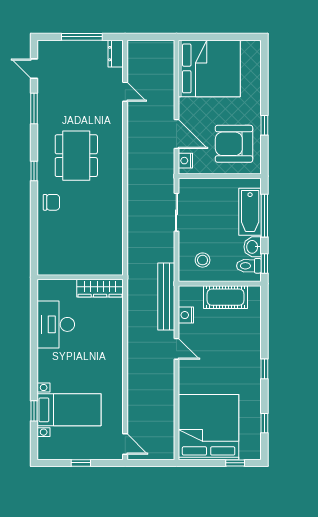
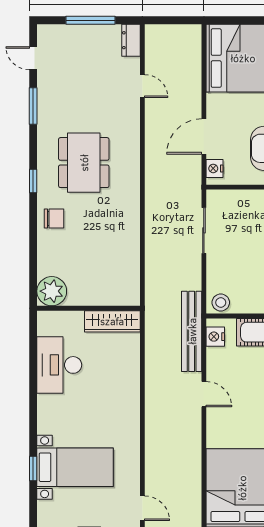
door: (176, 134) -> (204, 137), swing flipped
stool: (203, 260) -> (221, 303), moved
plant: (50, 263) -> (52, 291), added
nightstand: (186, 315) -> (215, 337), moved

